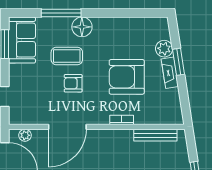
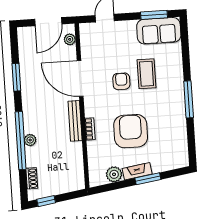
window: (61, 13) -> (189, 99), moved
floor lamp: (82, 27) -> (175, 86), removed
plant: (164, 49) -> (114, 174), moved
bench: (155, 135) -> (75, 121), moved

